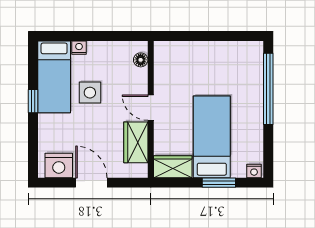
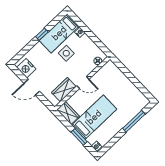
window: (268, 89) -> (134, 121), width x0.68
door: (151, 108) -> (83, 83), swing flipped
door: (91, 183) -> (32, 87), swing flipped

